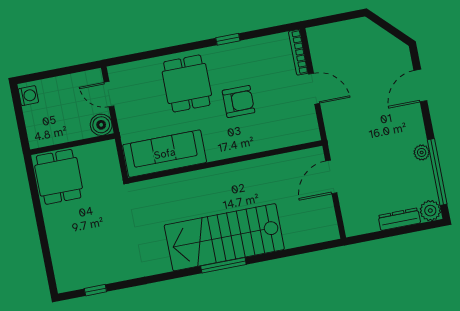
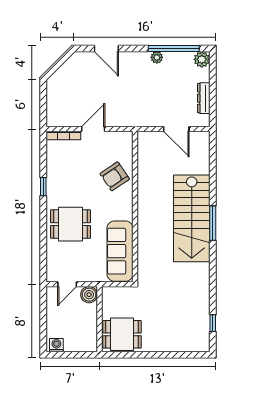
armchair: (239, 102) -> (115, 176), moved, turned -124
door: (331, 177) -> (176, 129), moved
dresser: (399, 219) -> (204, 98), moved

